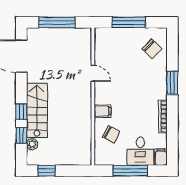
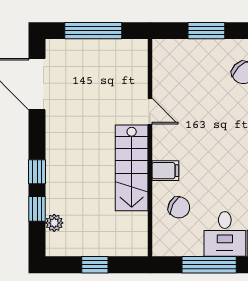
window: (129, 22) -> (206, 31), width x0.69
stairs: (37, 110) -> (132, 168), moved, turned 180
window: (47, 171) -> (95, 265), moved

